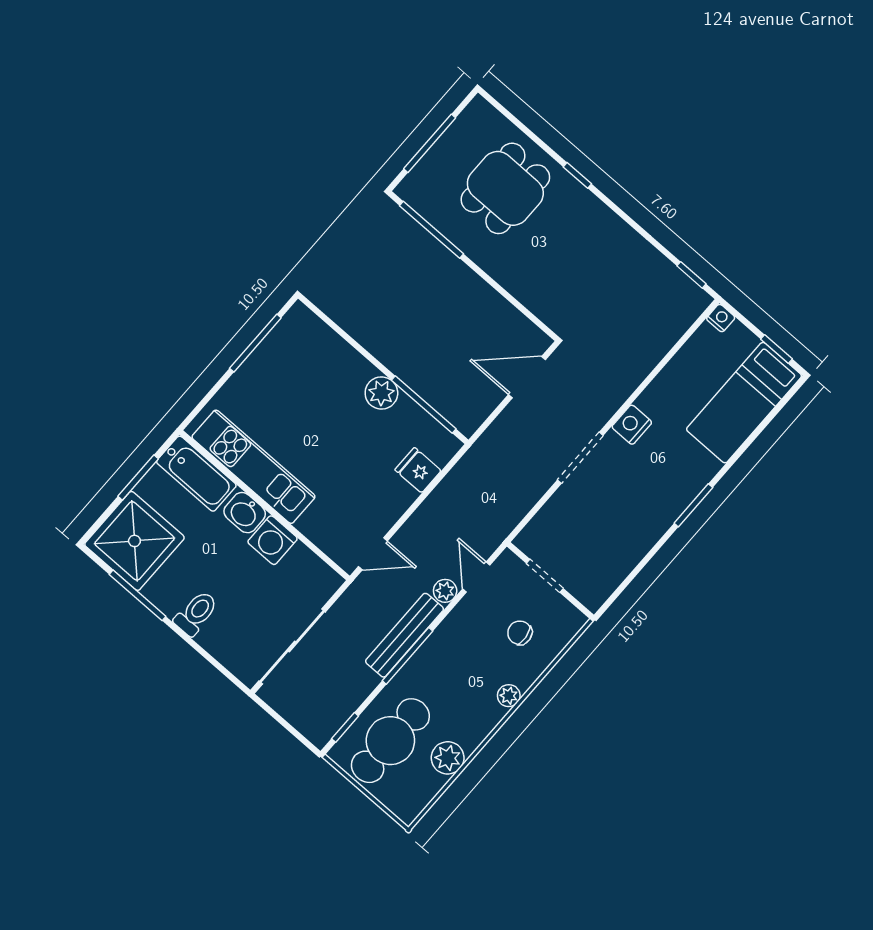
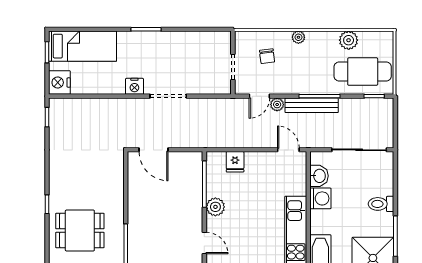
nightstand: (721, 318) -> (59, 83), width x1.89, depth x1.79
door: (347, 337) -> (204, 243), added
washbasin: (245, 513) -> (319, 176), moved

